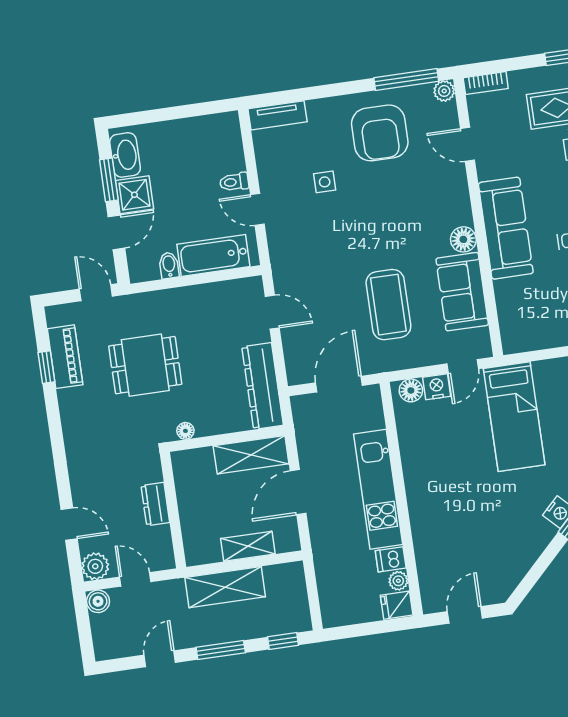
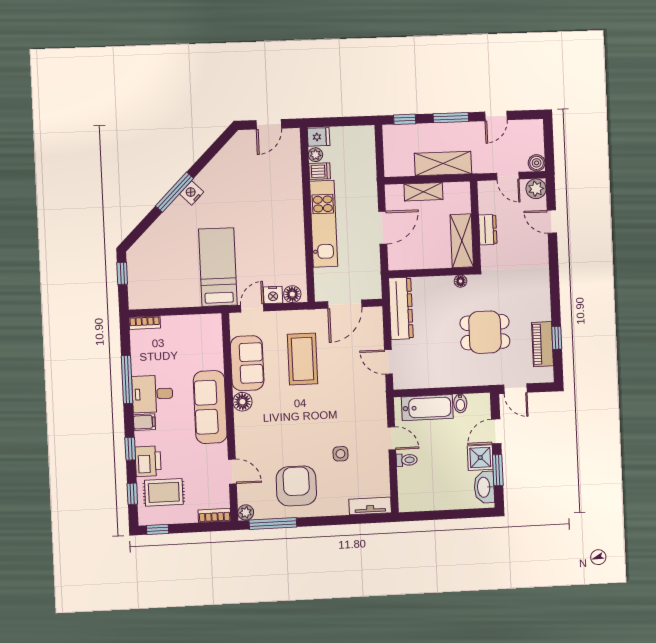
shelving: (251, 455) -> (462, 241), moved, turned 90

